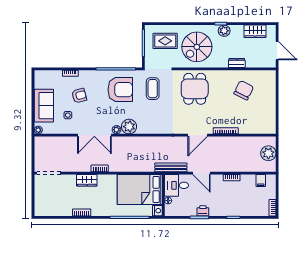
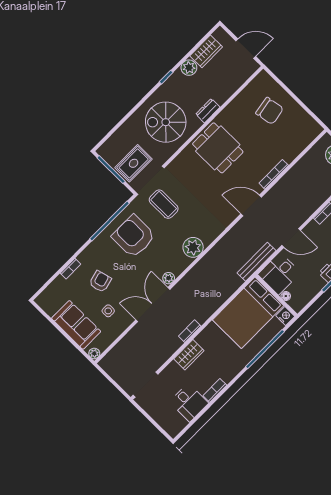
plant: (224, 31) -> (189, 68), moved
rug: (165, 41) -> (134, 163), moved
spiral stairs: (197, 47) -> (166, 122), turned 90
dresser: (237, 63) -> (208, 111), moved
dining table: (195, 89) -> (218, 148), moved
armchair: (120, 90) -> (134, 236), turned -90
chair: (244, 90) -> (270, 111), moved, turned 144
plant: (129, 127) -> (193, 247), moved
double door: (94, 135) -> (153, 305), swing flipped
door: (198, 135) -> (251, 206), swing flipped
desk: (62, 205) -> (189, 403), added

